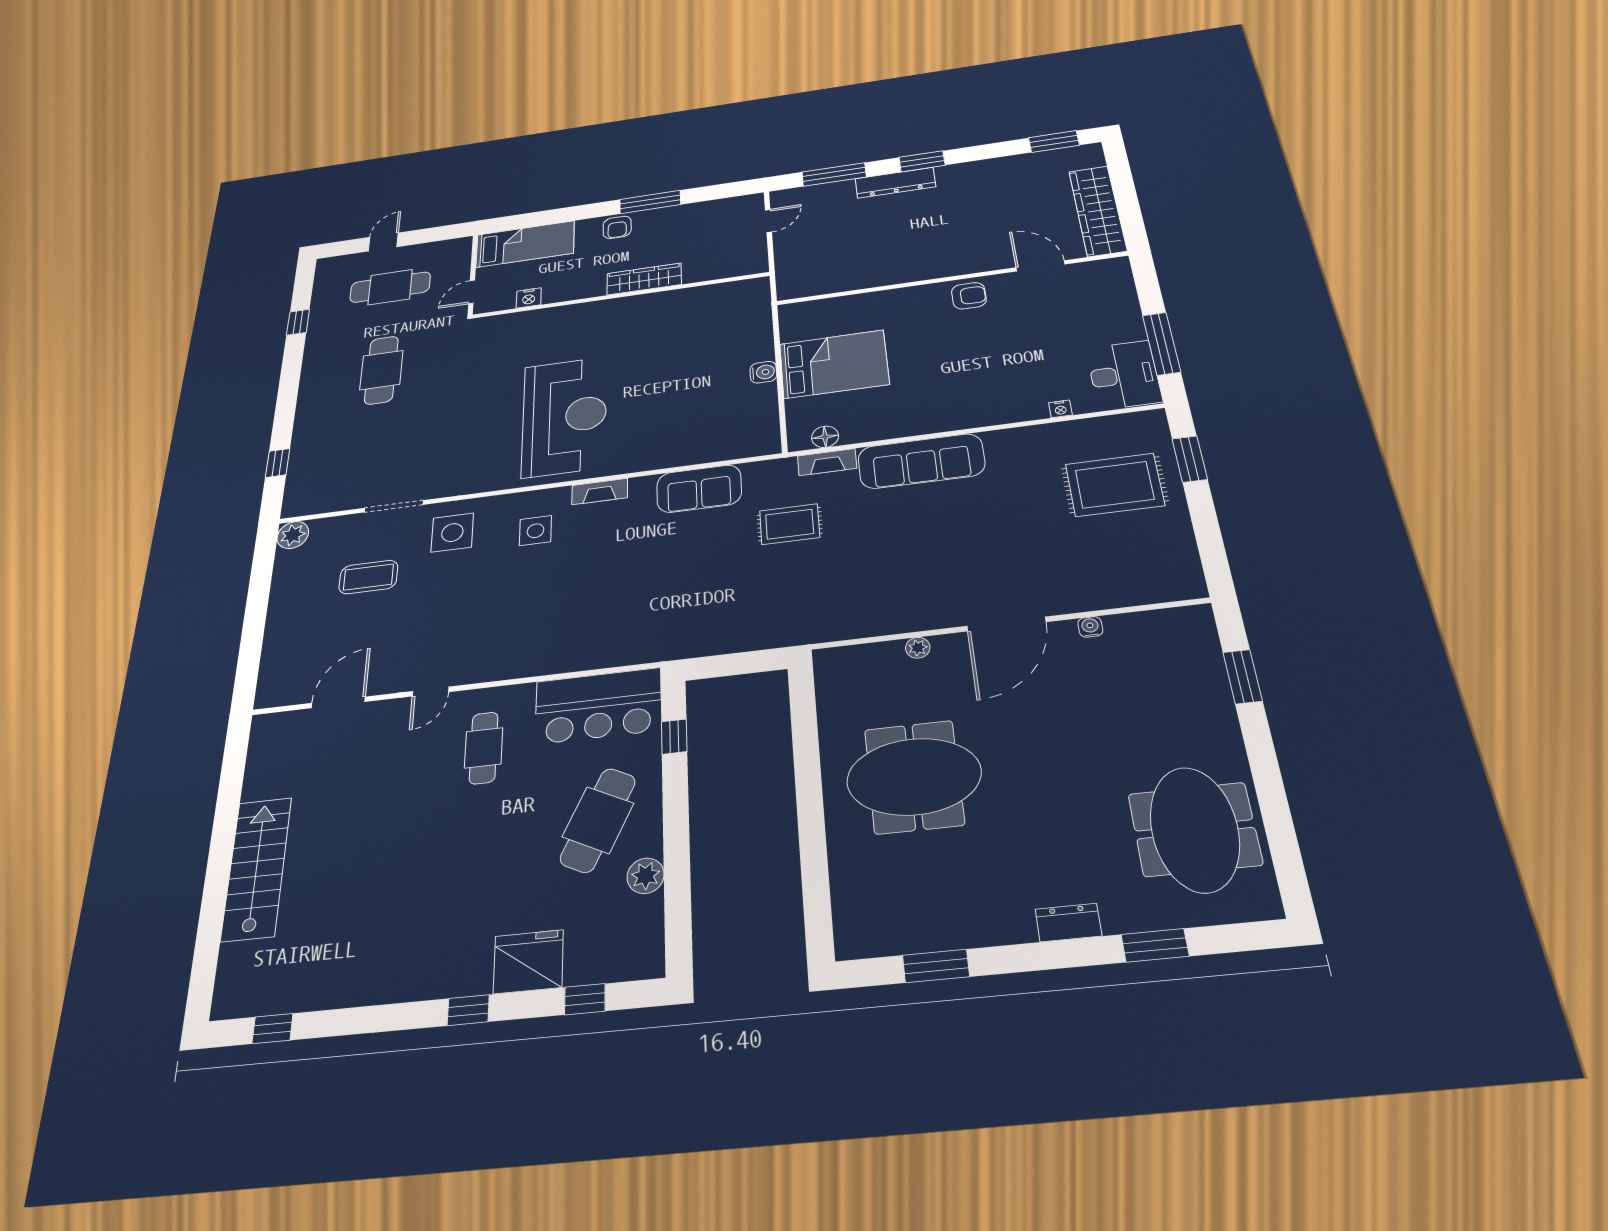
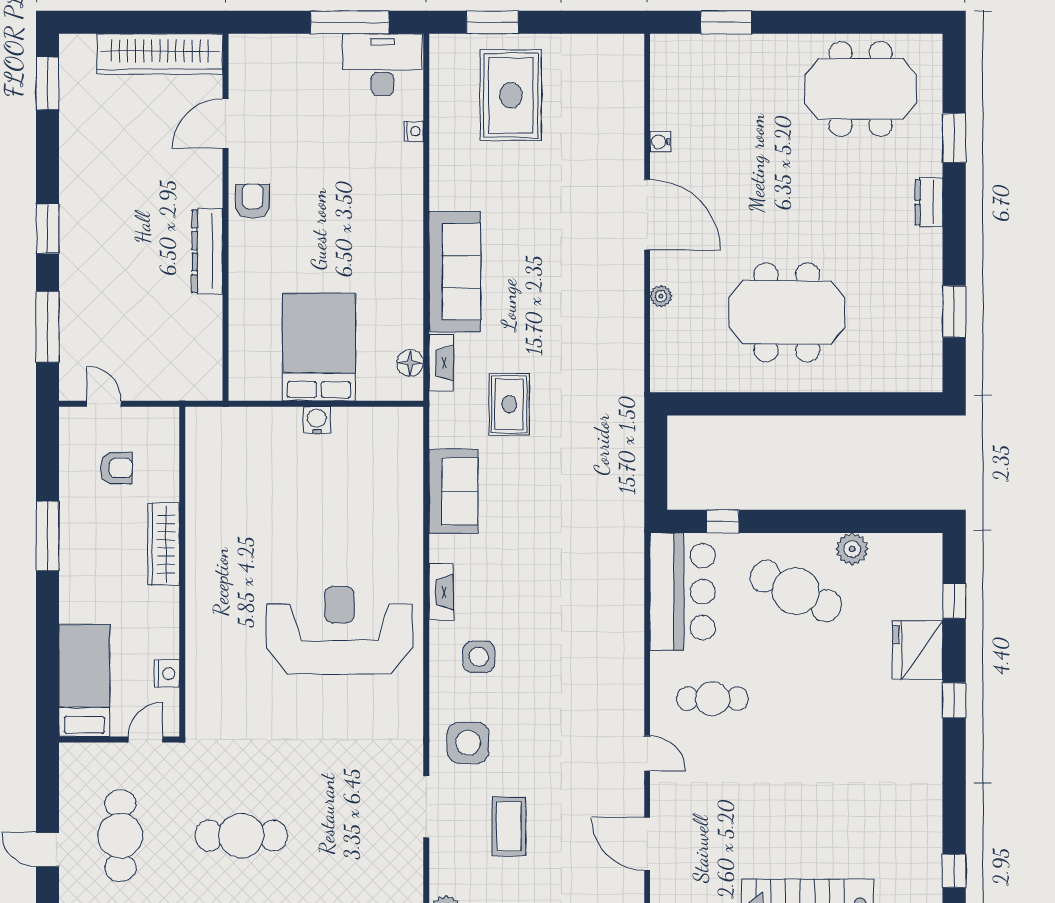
dresser: (895, 183) -> (207, 251), moved, turned 180
armchair: (617, 227) -> (116, 468), moved
door: (472, 292) -> (146, 739), swing flipped
meeting table: (914, 777) -> (787, 312), turned 90

